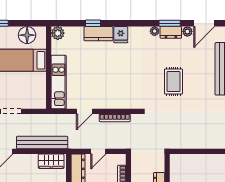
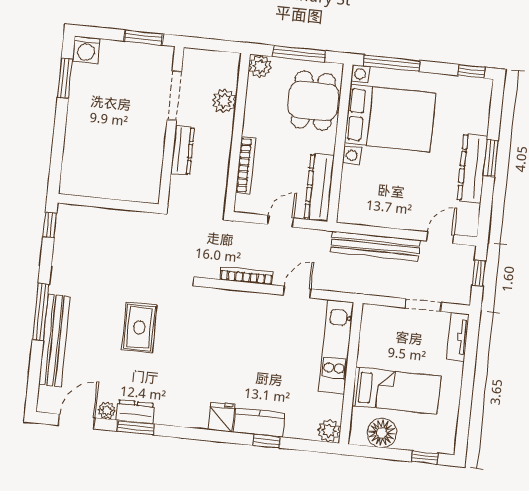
plant: (155, 31) -> (163, 417), removed
wardrobe: (51, 161) -> (363, 213), removed

